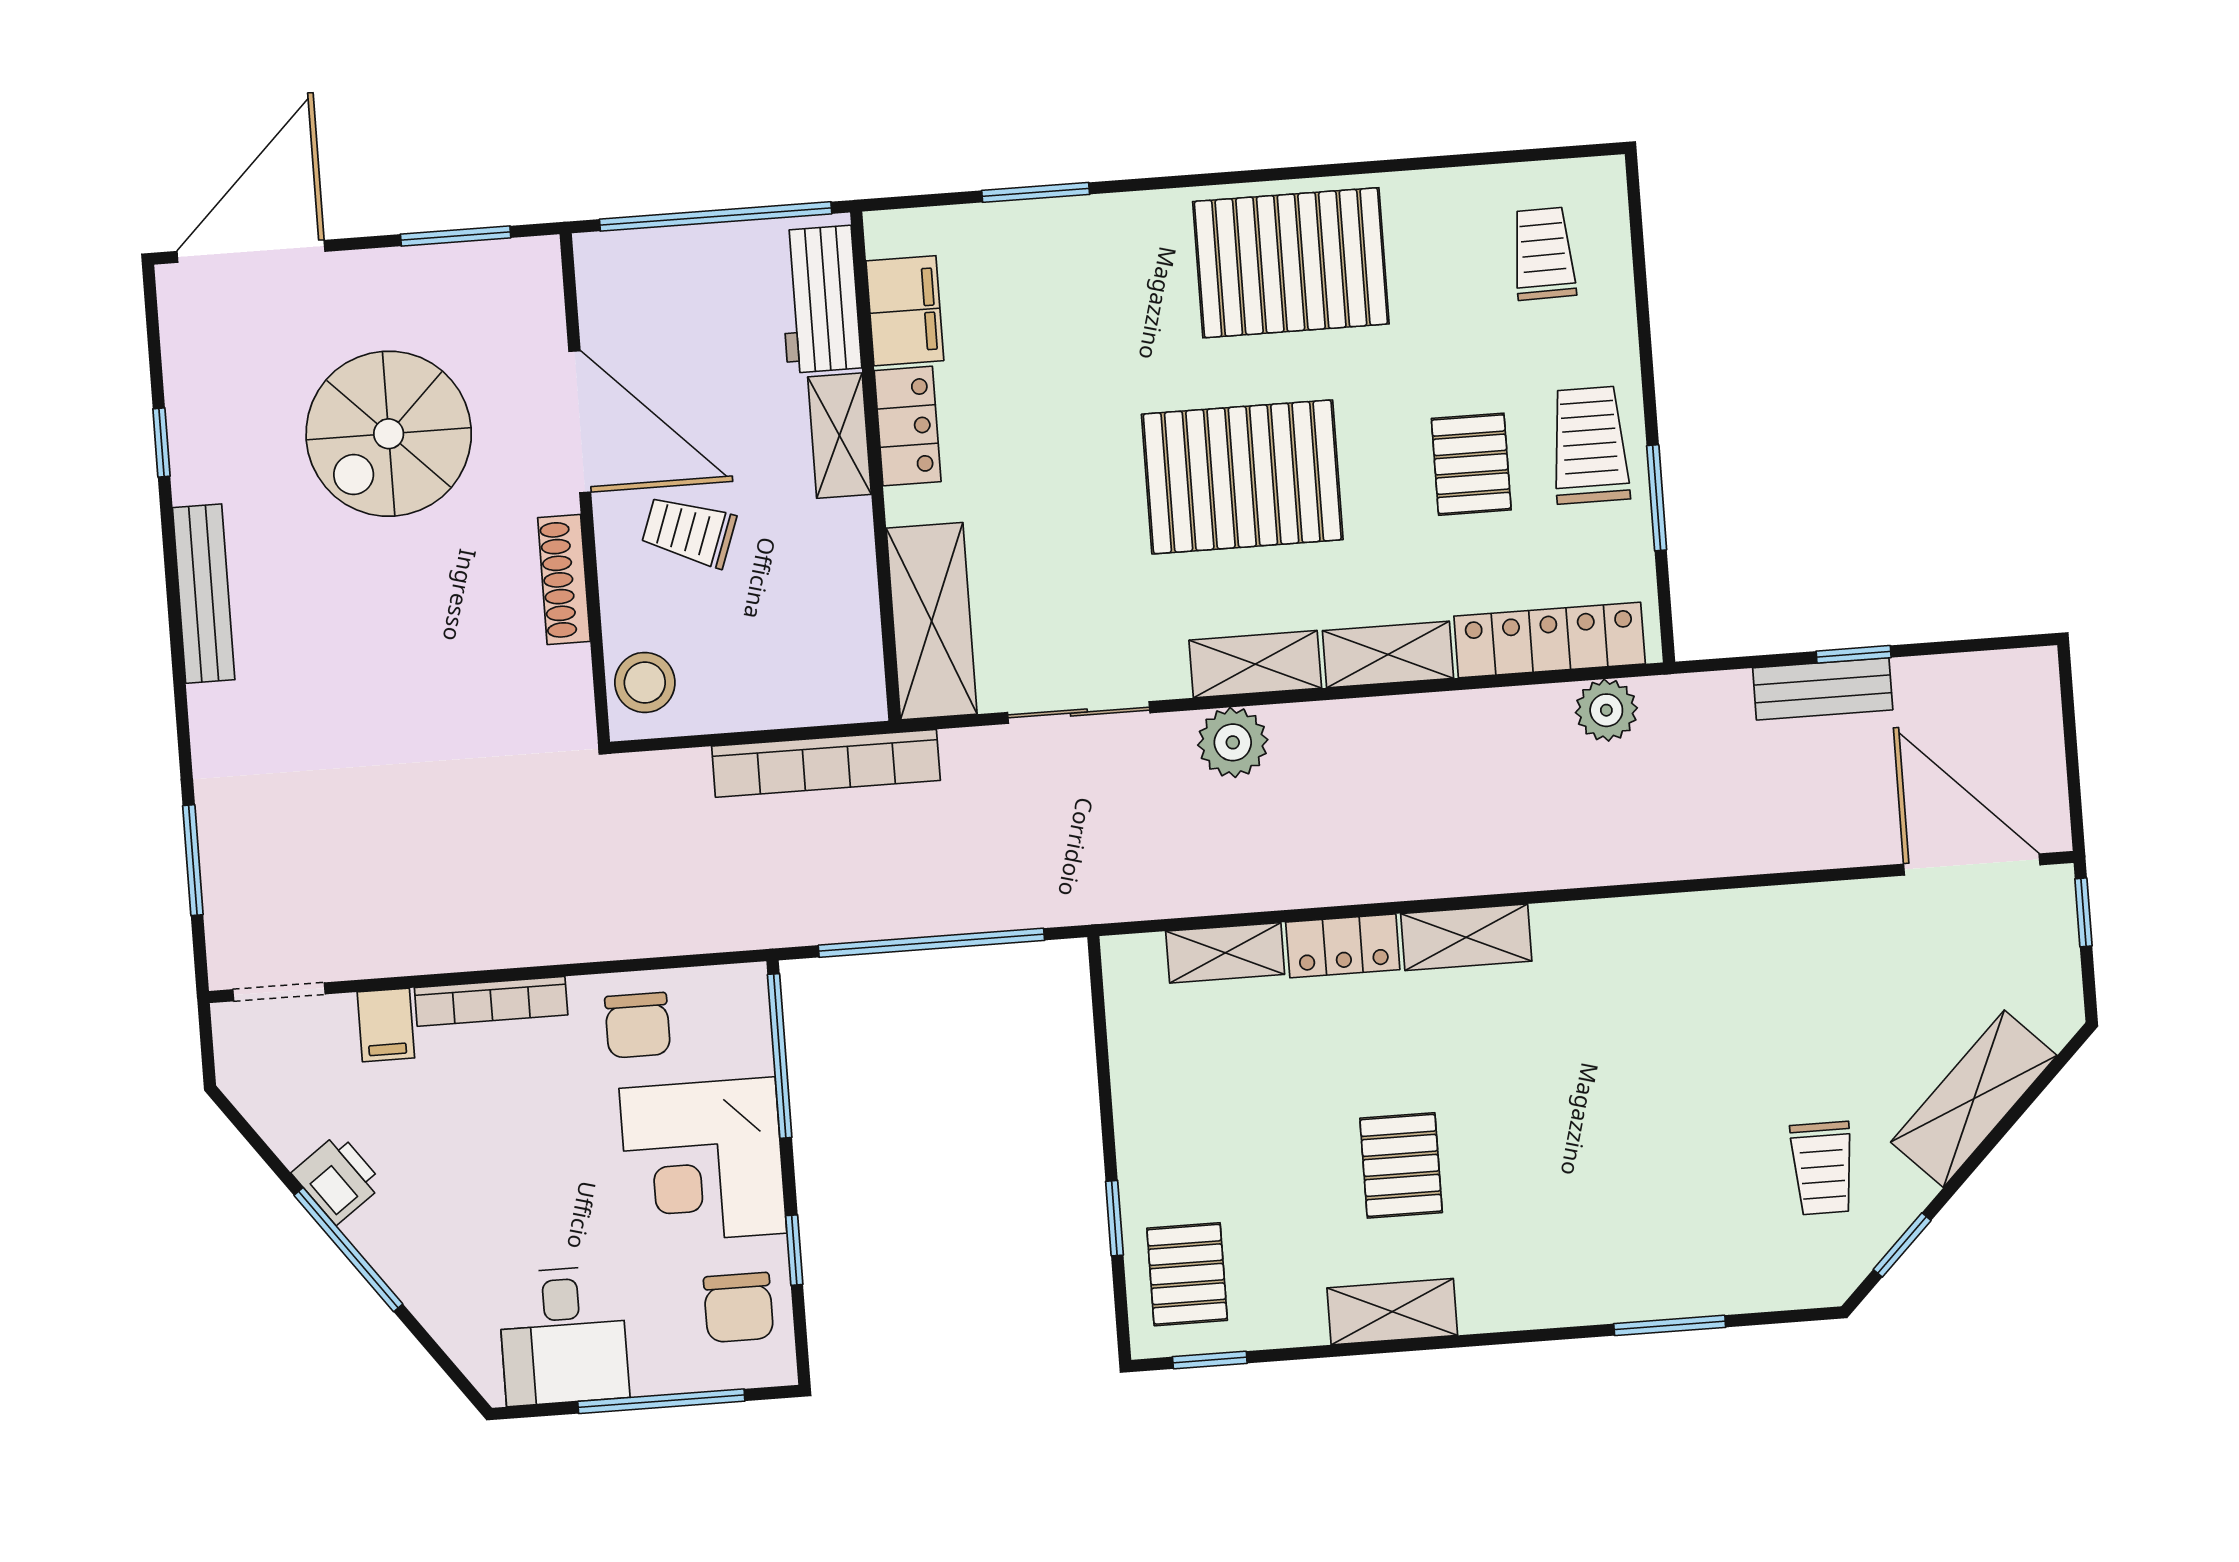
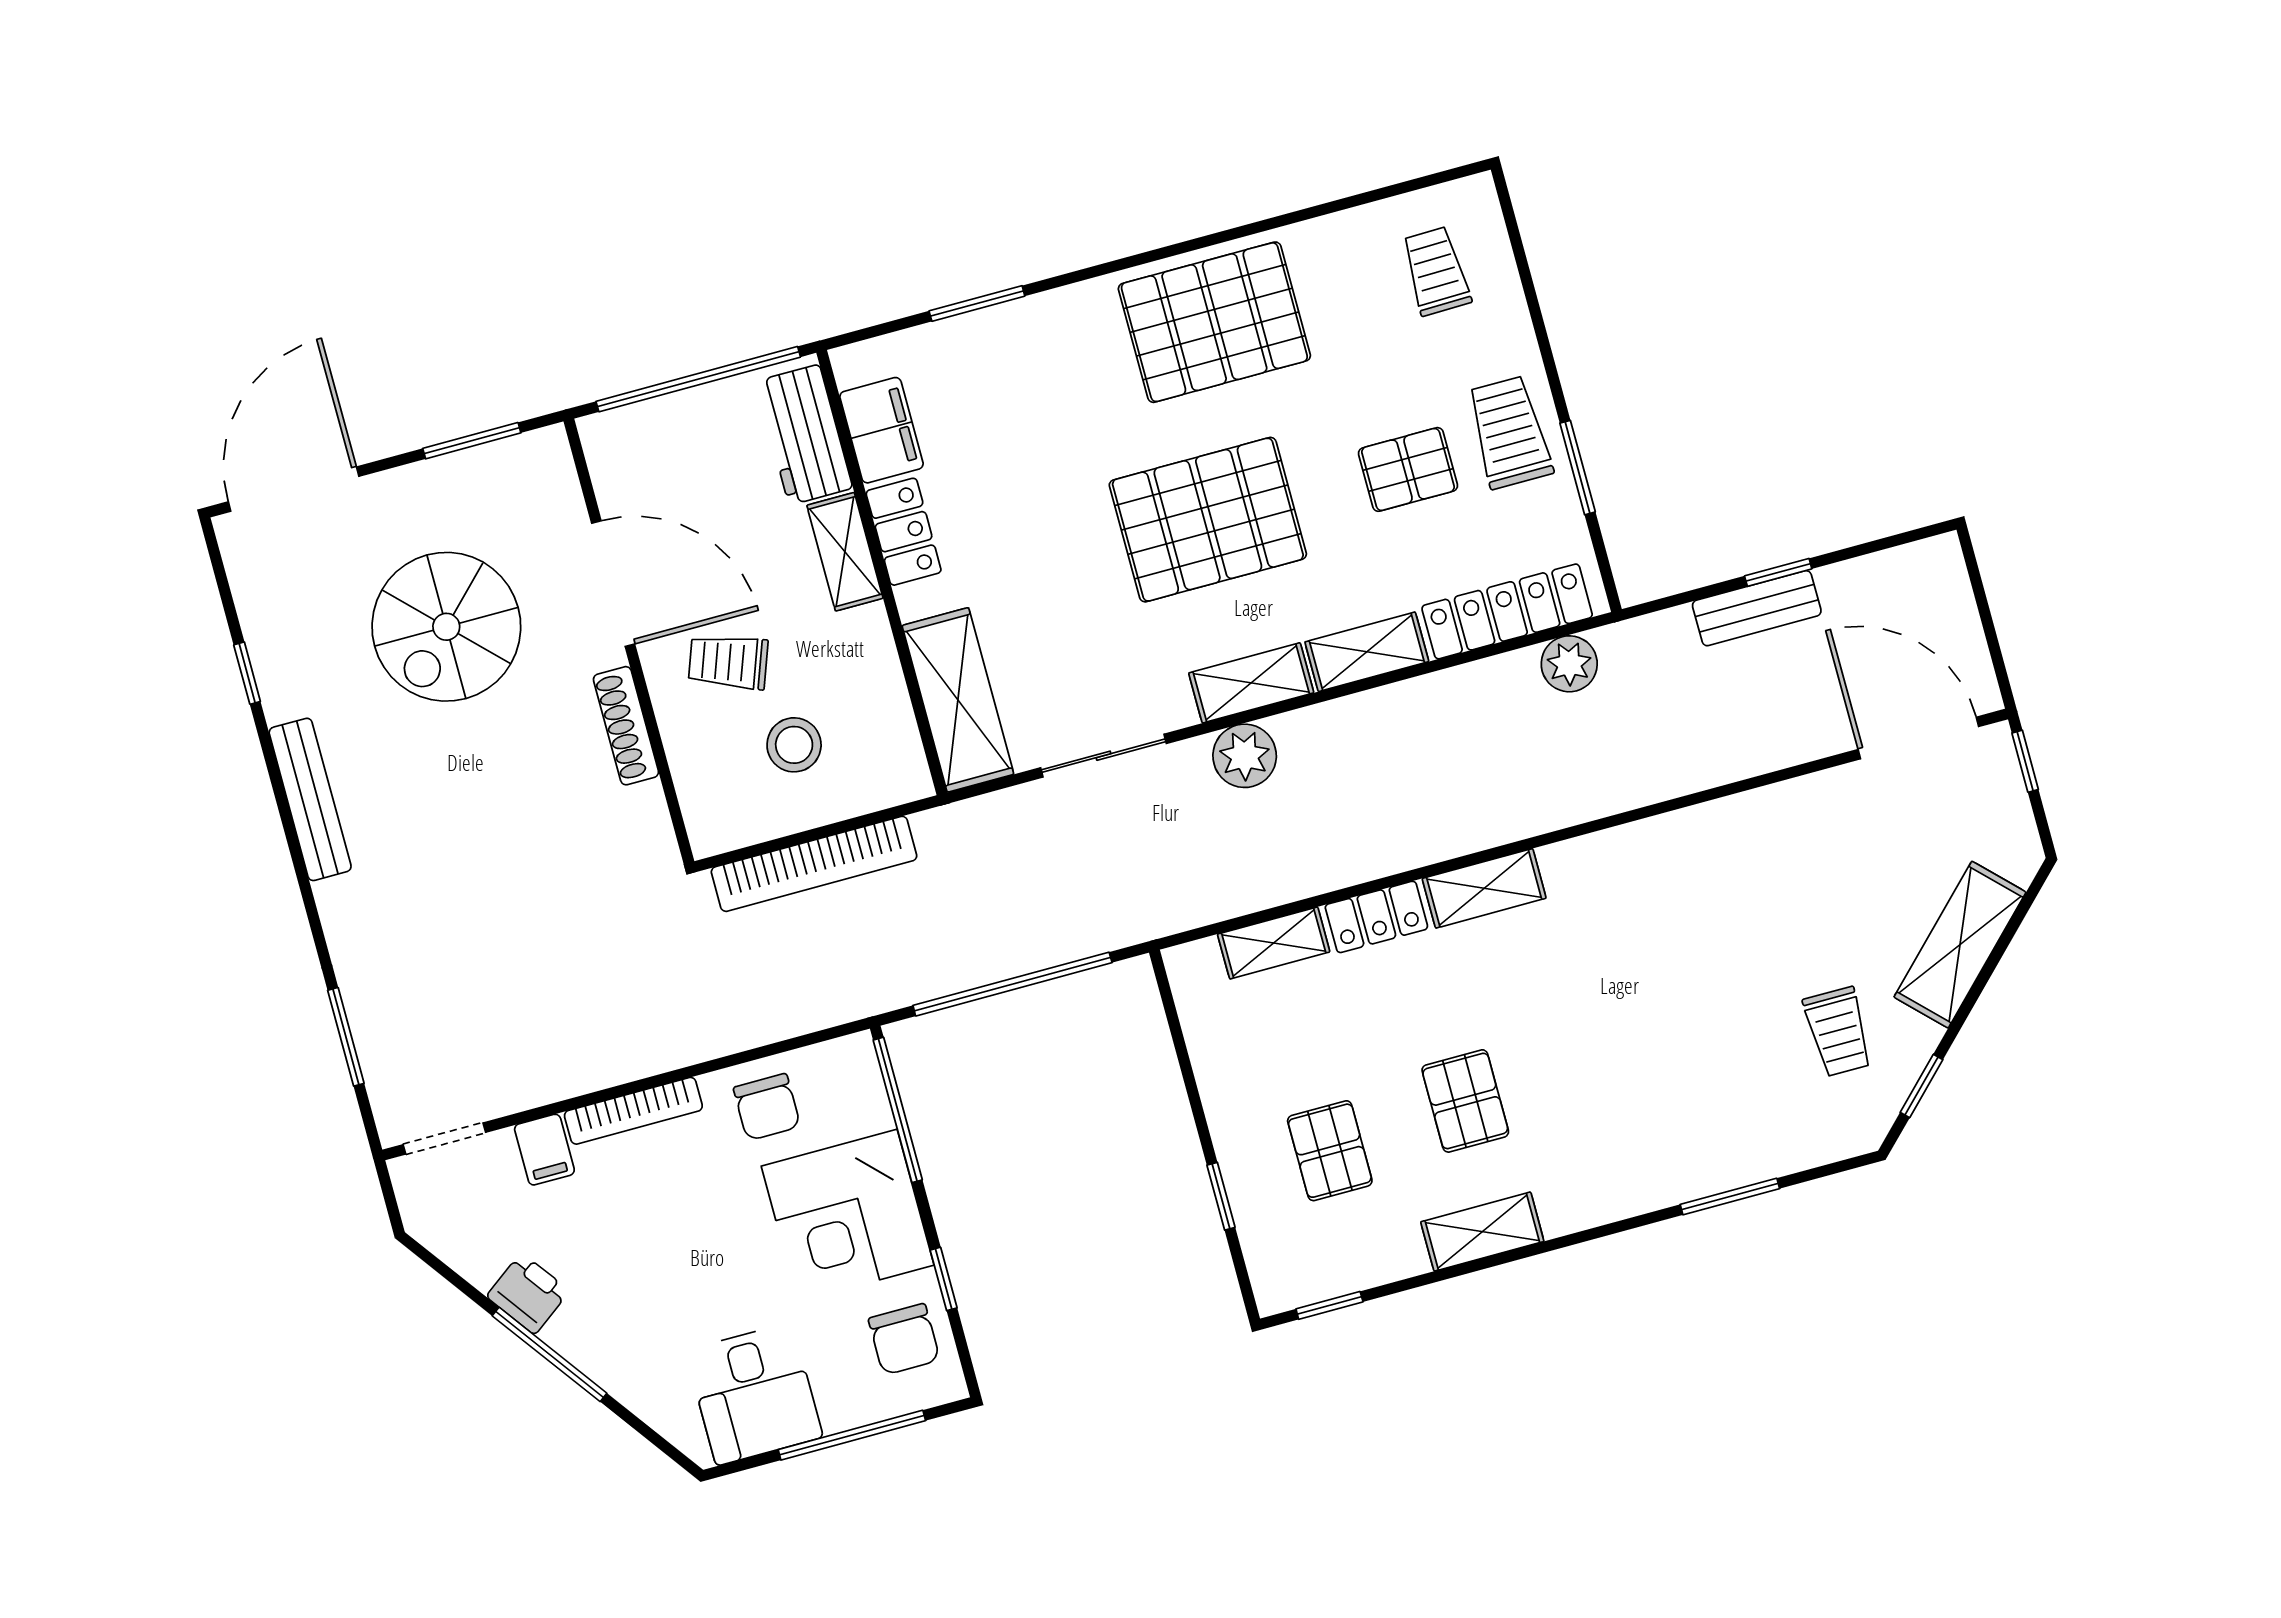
pallet: (1471, 464) -> (1408, 469), turned 90
stool: (645, 682) -> (794, 745), moved
bookcase: (826, 763) -> (814, 864), moved
pallet: (1187, 1274) -> (1330, 1151), moved

